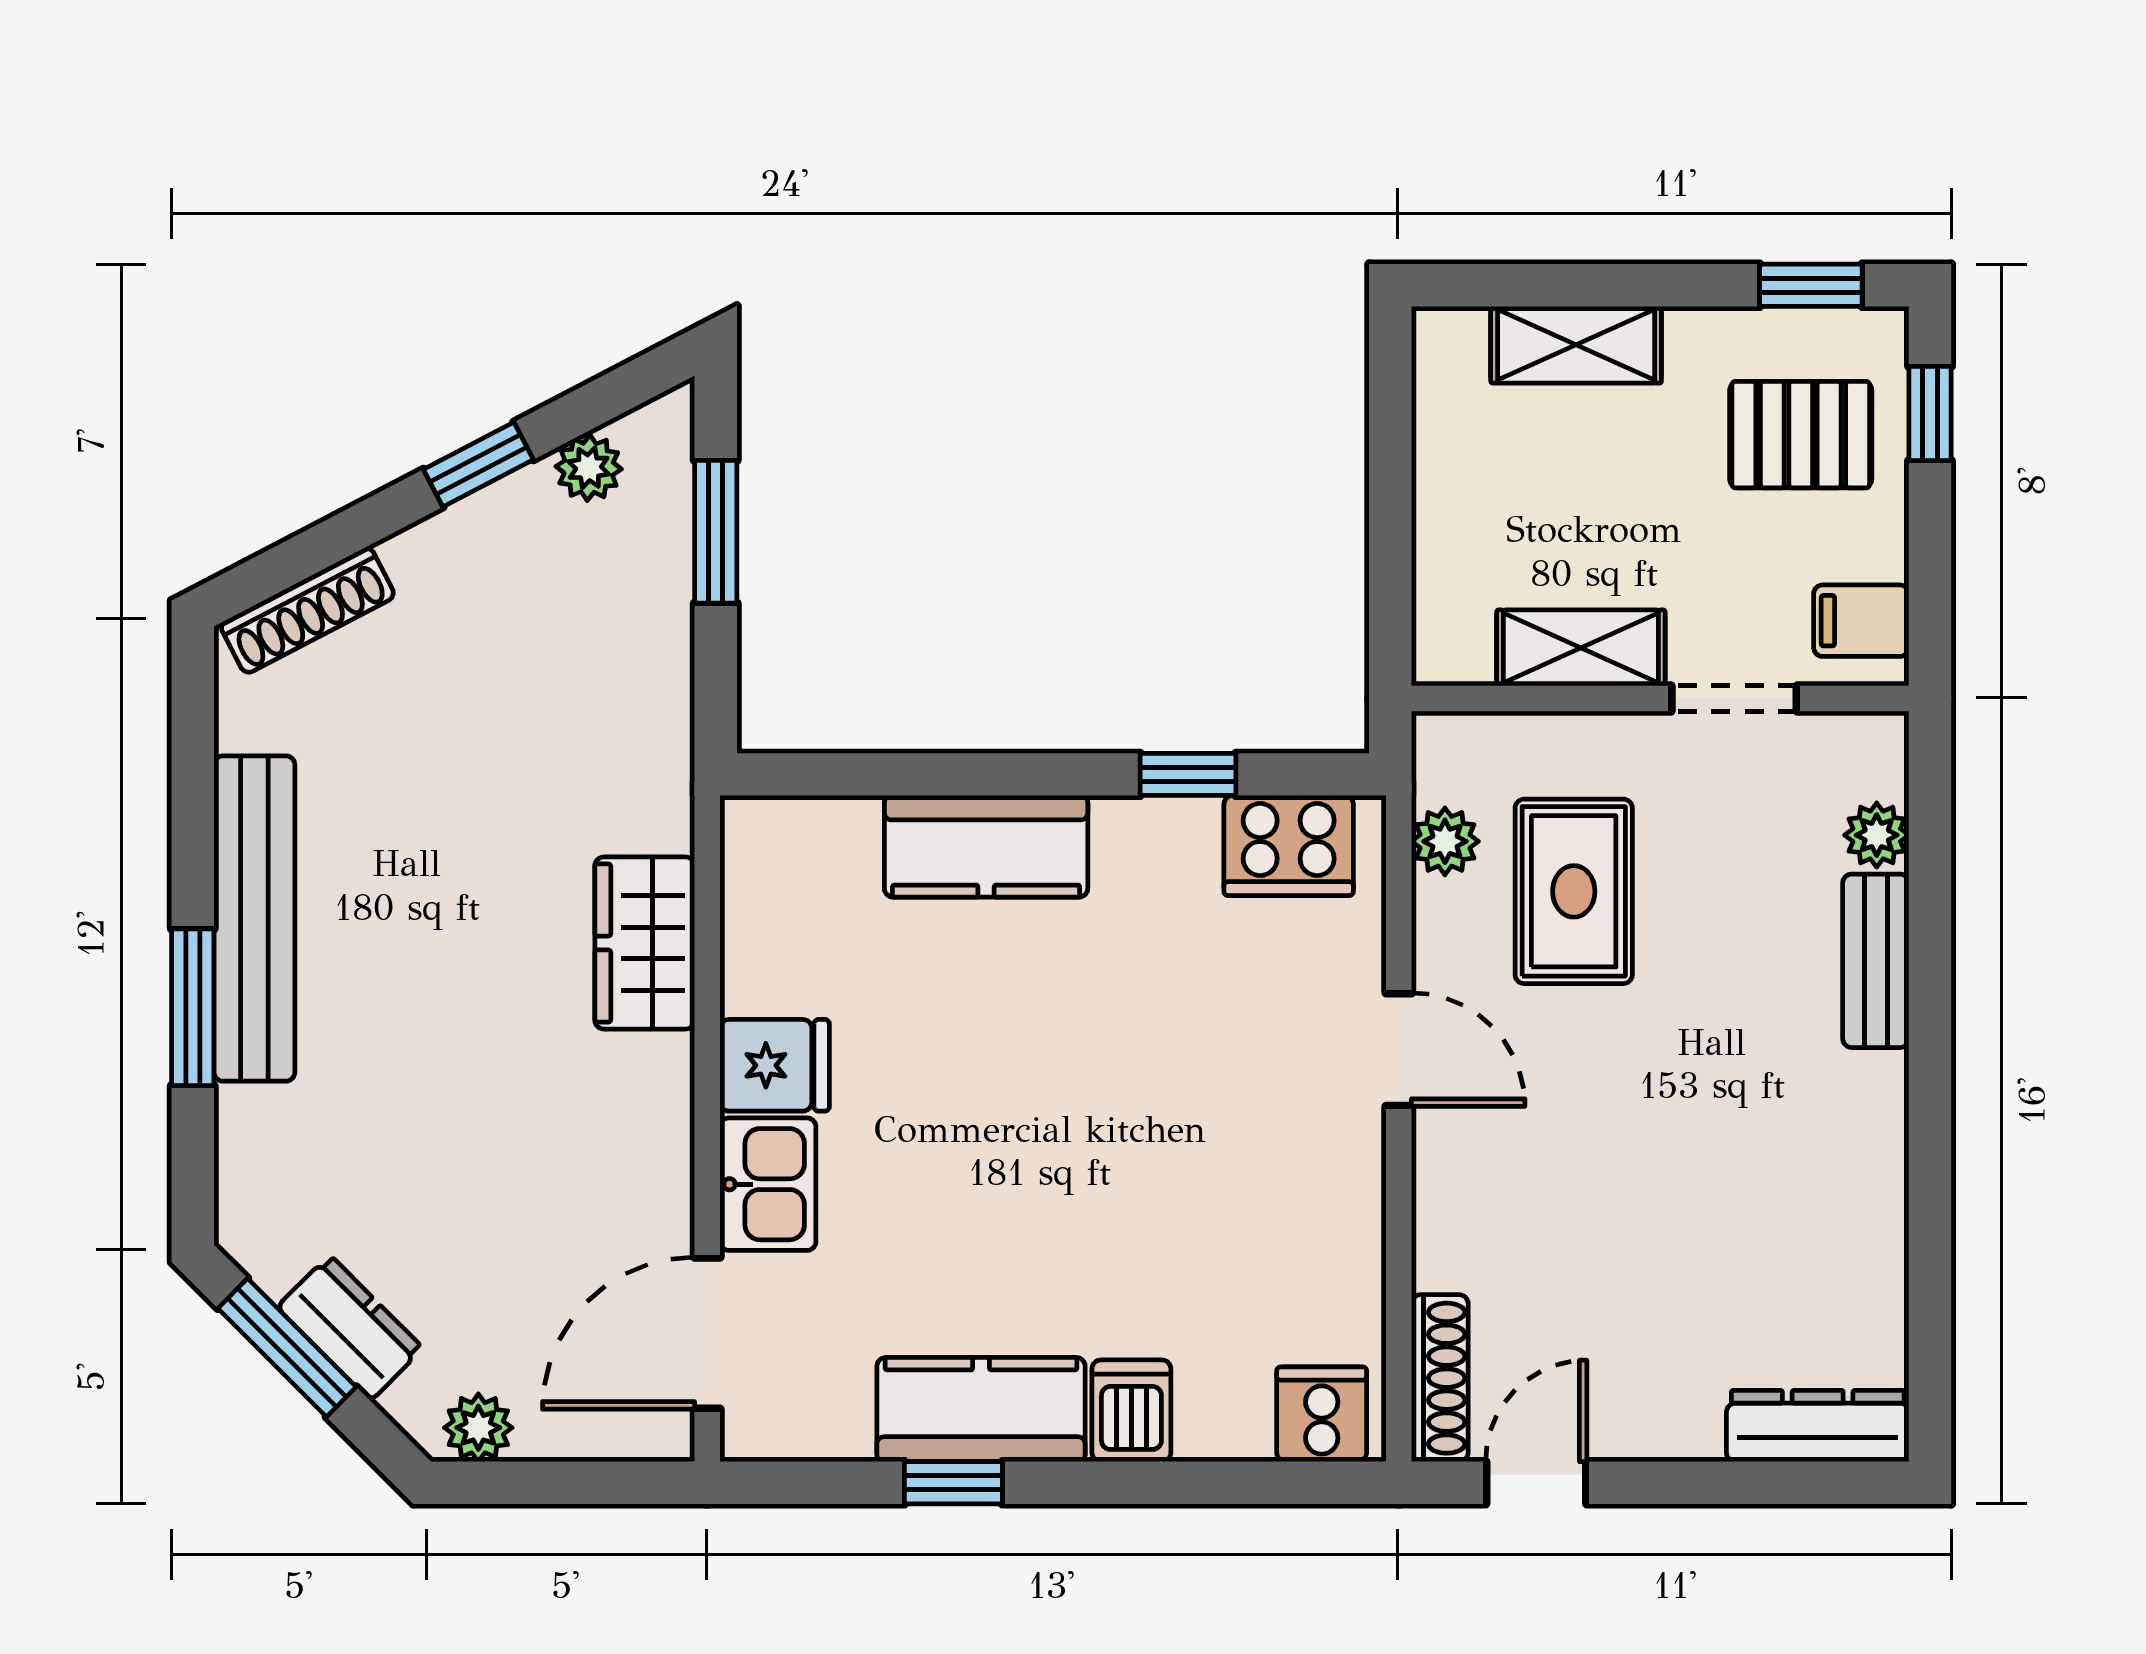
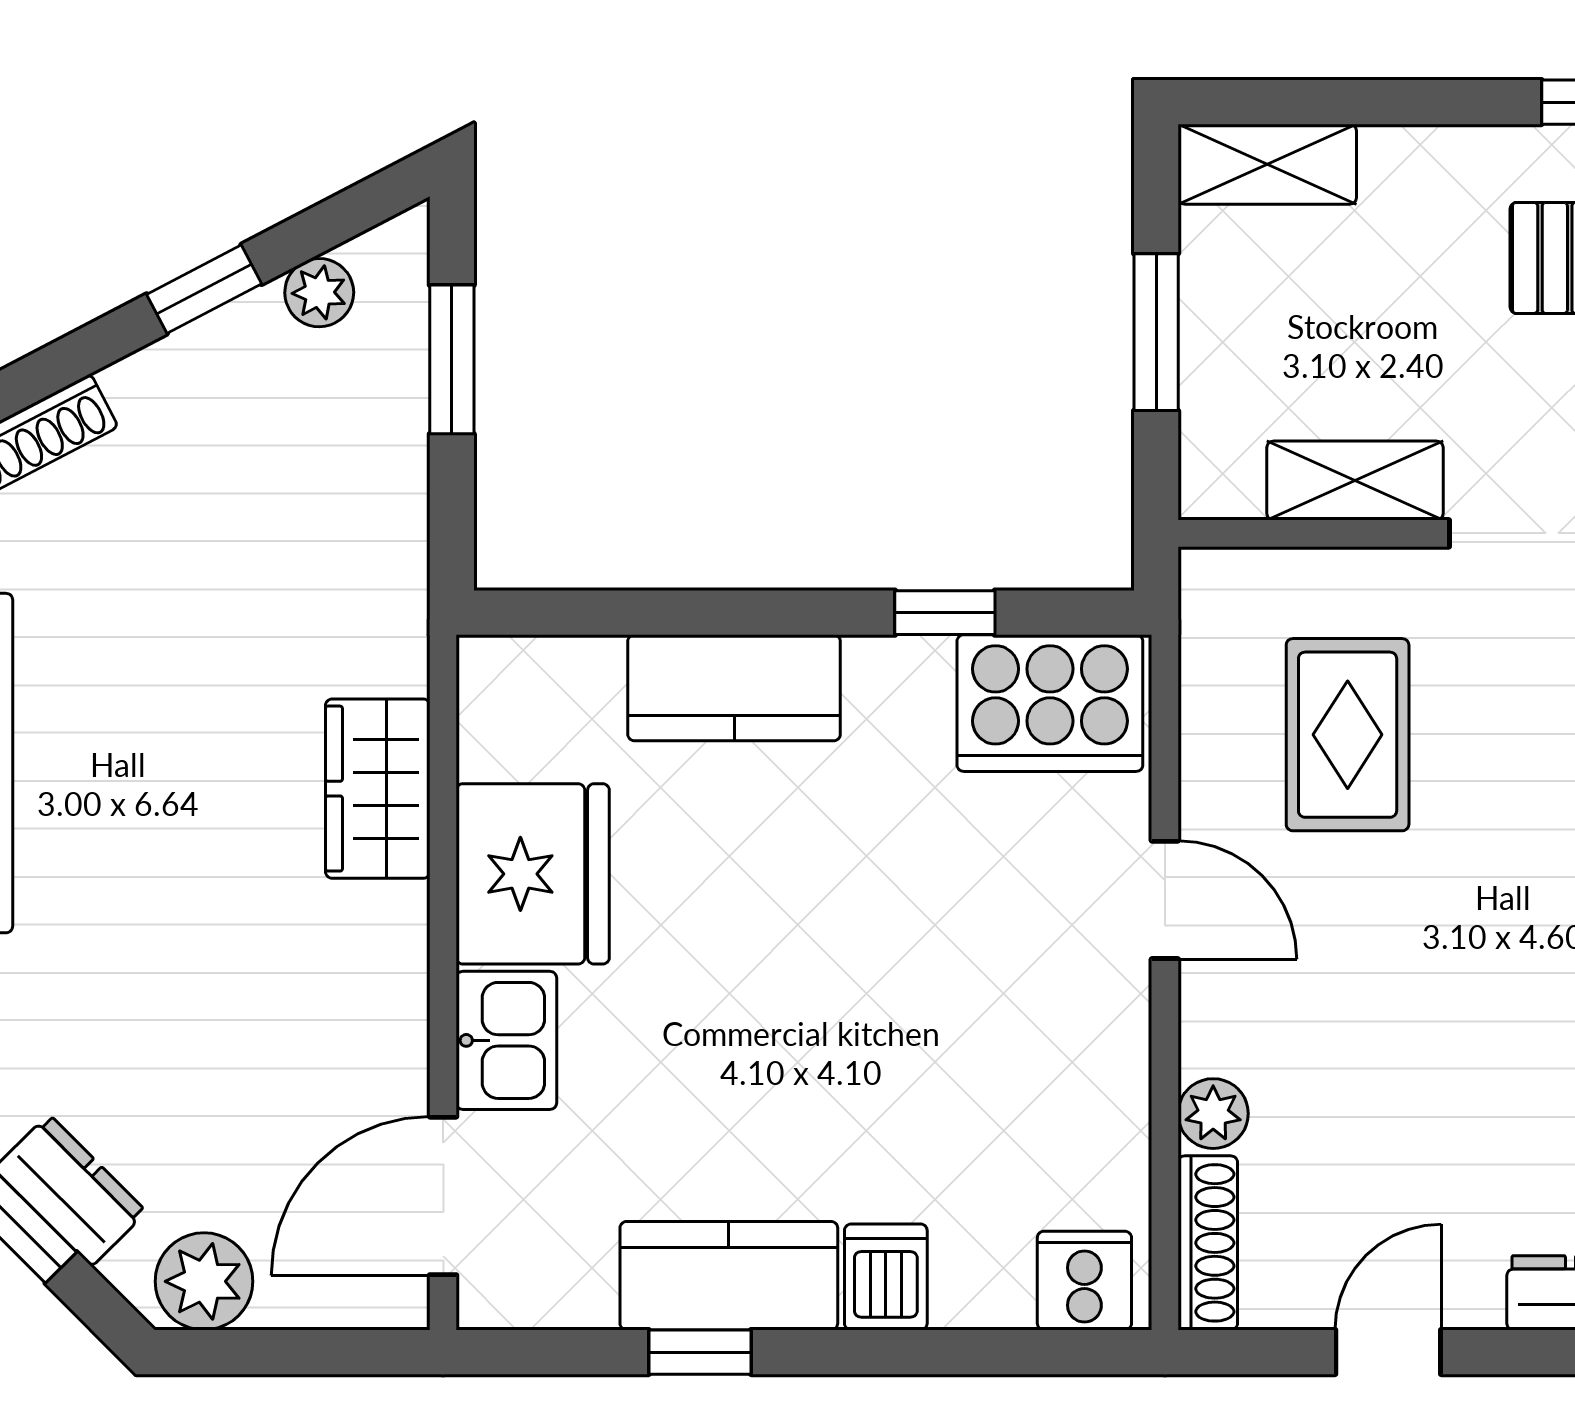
shelving: (1576, 345) -> (1267, 164), moved
window: (1390, 506) -> (1156, 332), added
plant: (1445, 841) -> (1213, 1114), moved
cooker: (1289, 846) -> (1050, 703), width x1.37, depth x1.31
fridge: (775, 1065) -> (533, 874), width x1.88, depth x1.34
plant: (478, 1428) -> (204, 1281), width x1.38, depth x1.38
door: (1536, 1483) -> (1388, 1352), moved

